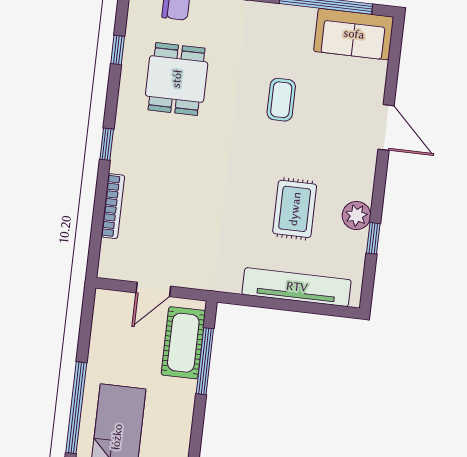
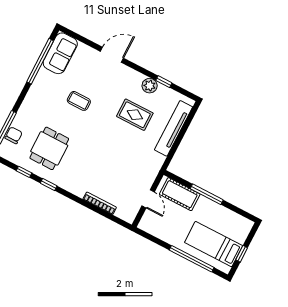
dining table: (177, 79) -> (49, 148), turned 90
window: (107, 144) -> (49, 185), moved
window: (205, 361) -> (207, 194), moved

